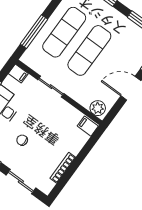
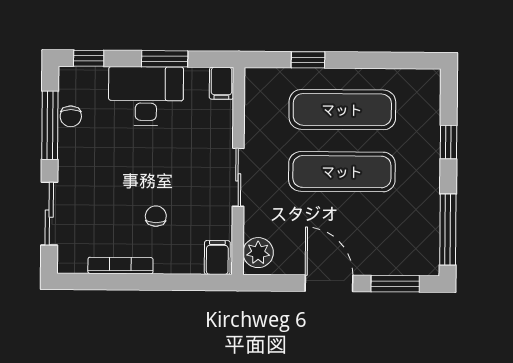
window: (34, 32) -> (308, 60), width x0.46
sliding door: (51, 87) -> (238, 177), moved
chair: (22, 140) -> (156, 216), moved

